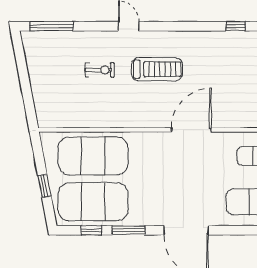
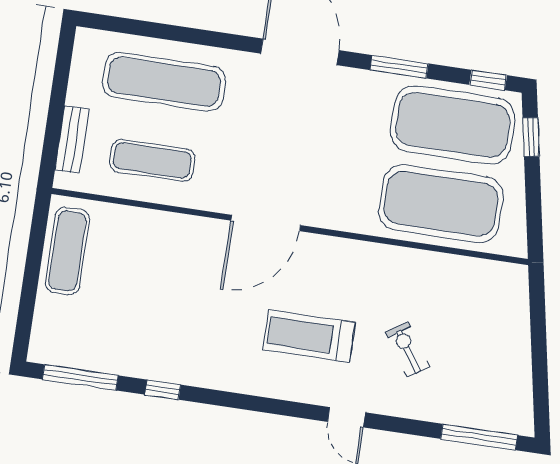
exercise bike: (100, 70) -> (407, 350), turned 56
window: (44, 186) -> (531, 137), moved
window: (91, 230) -> (488, 80), moved

